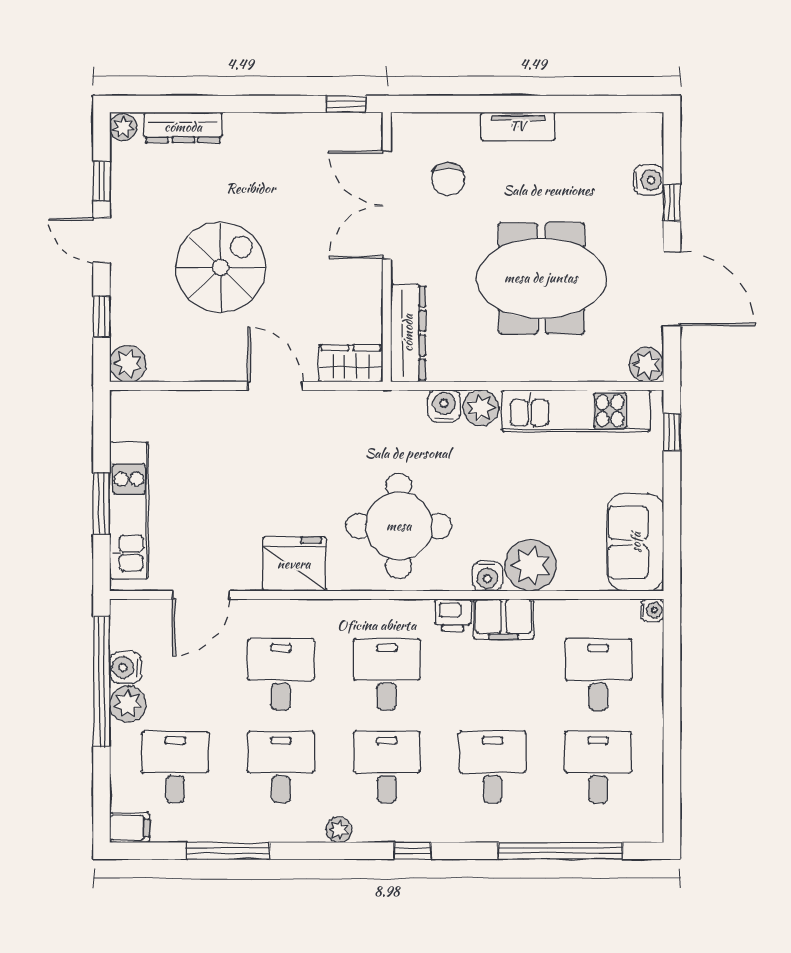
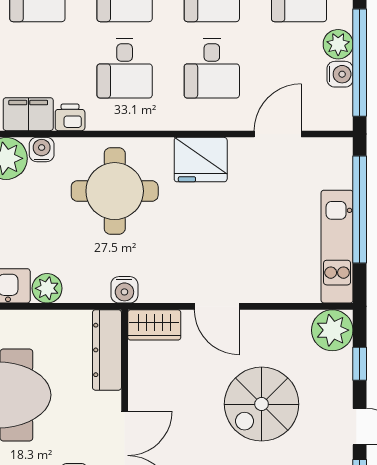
plant: (128, 364) -> (332, 330), width x1.36, depth x1.36
water cooler: (444, 406) -> (124, 290), moved
window: (102, 503) -> (360, 209), width x2.11
kitchen unit: (129, 511) -> (337, 247), moved

